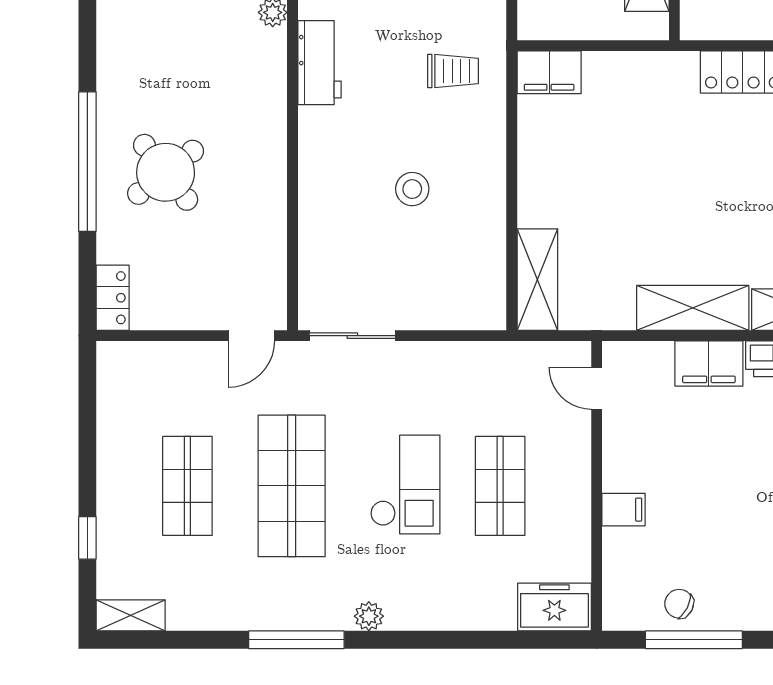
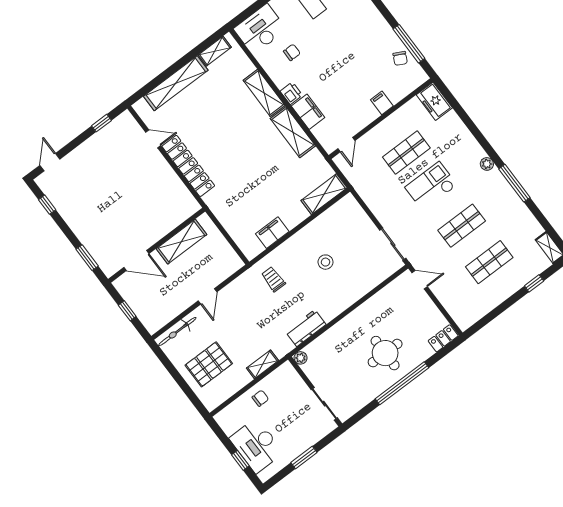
filing cabinet: (549, 72) -> (272, 233), moved, turned -90
round table: (166, 172) -> (385, 353), turned 38
shop shelf: (292, 486) -> (462, 226), width x0.70, depth x0.74

